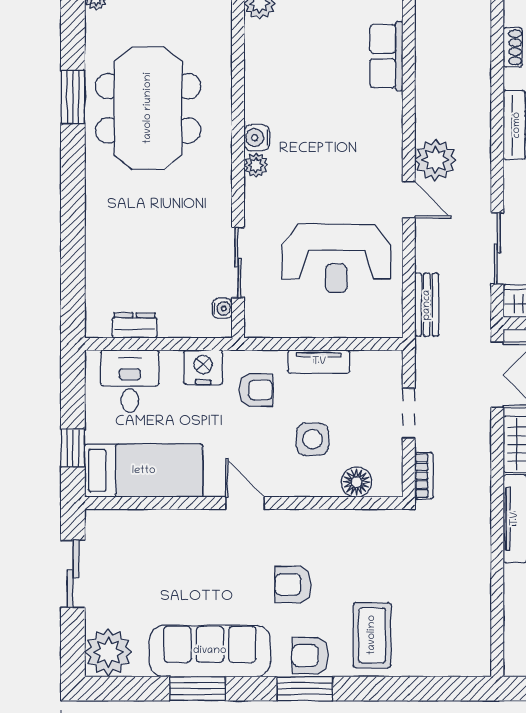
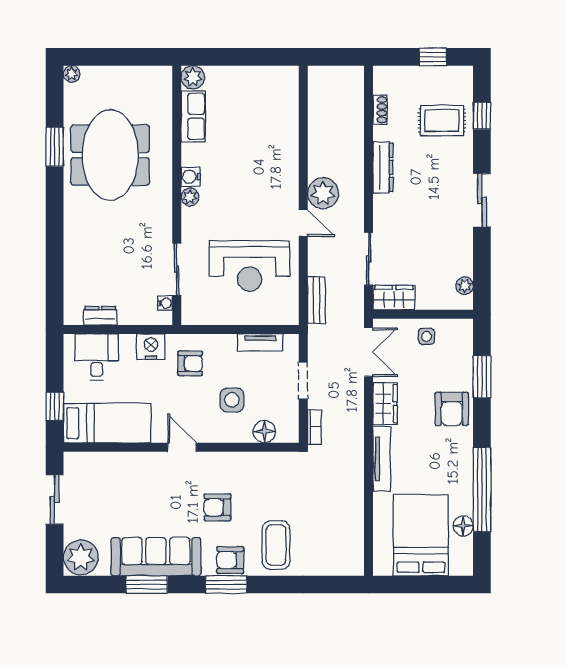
row of seats: (386, 56) -> (193, 116), moved, turned 180
tv unit: (319, 362) -> (260, 342), moved

